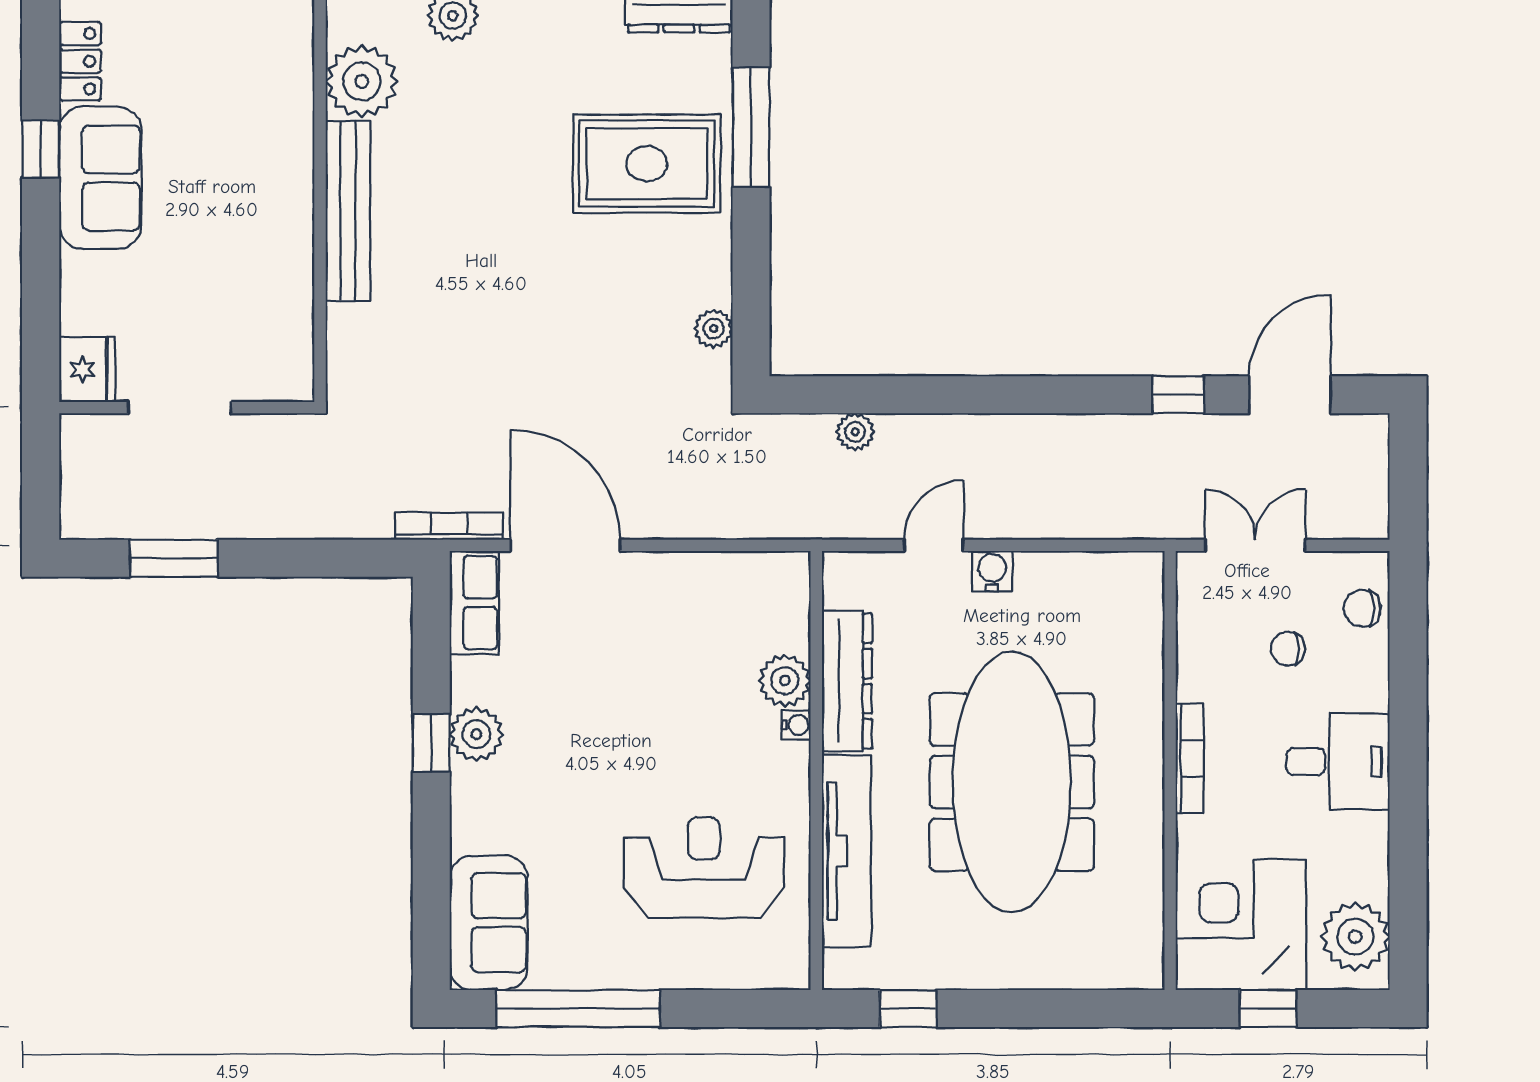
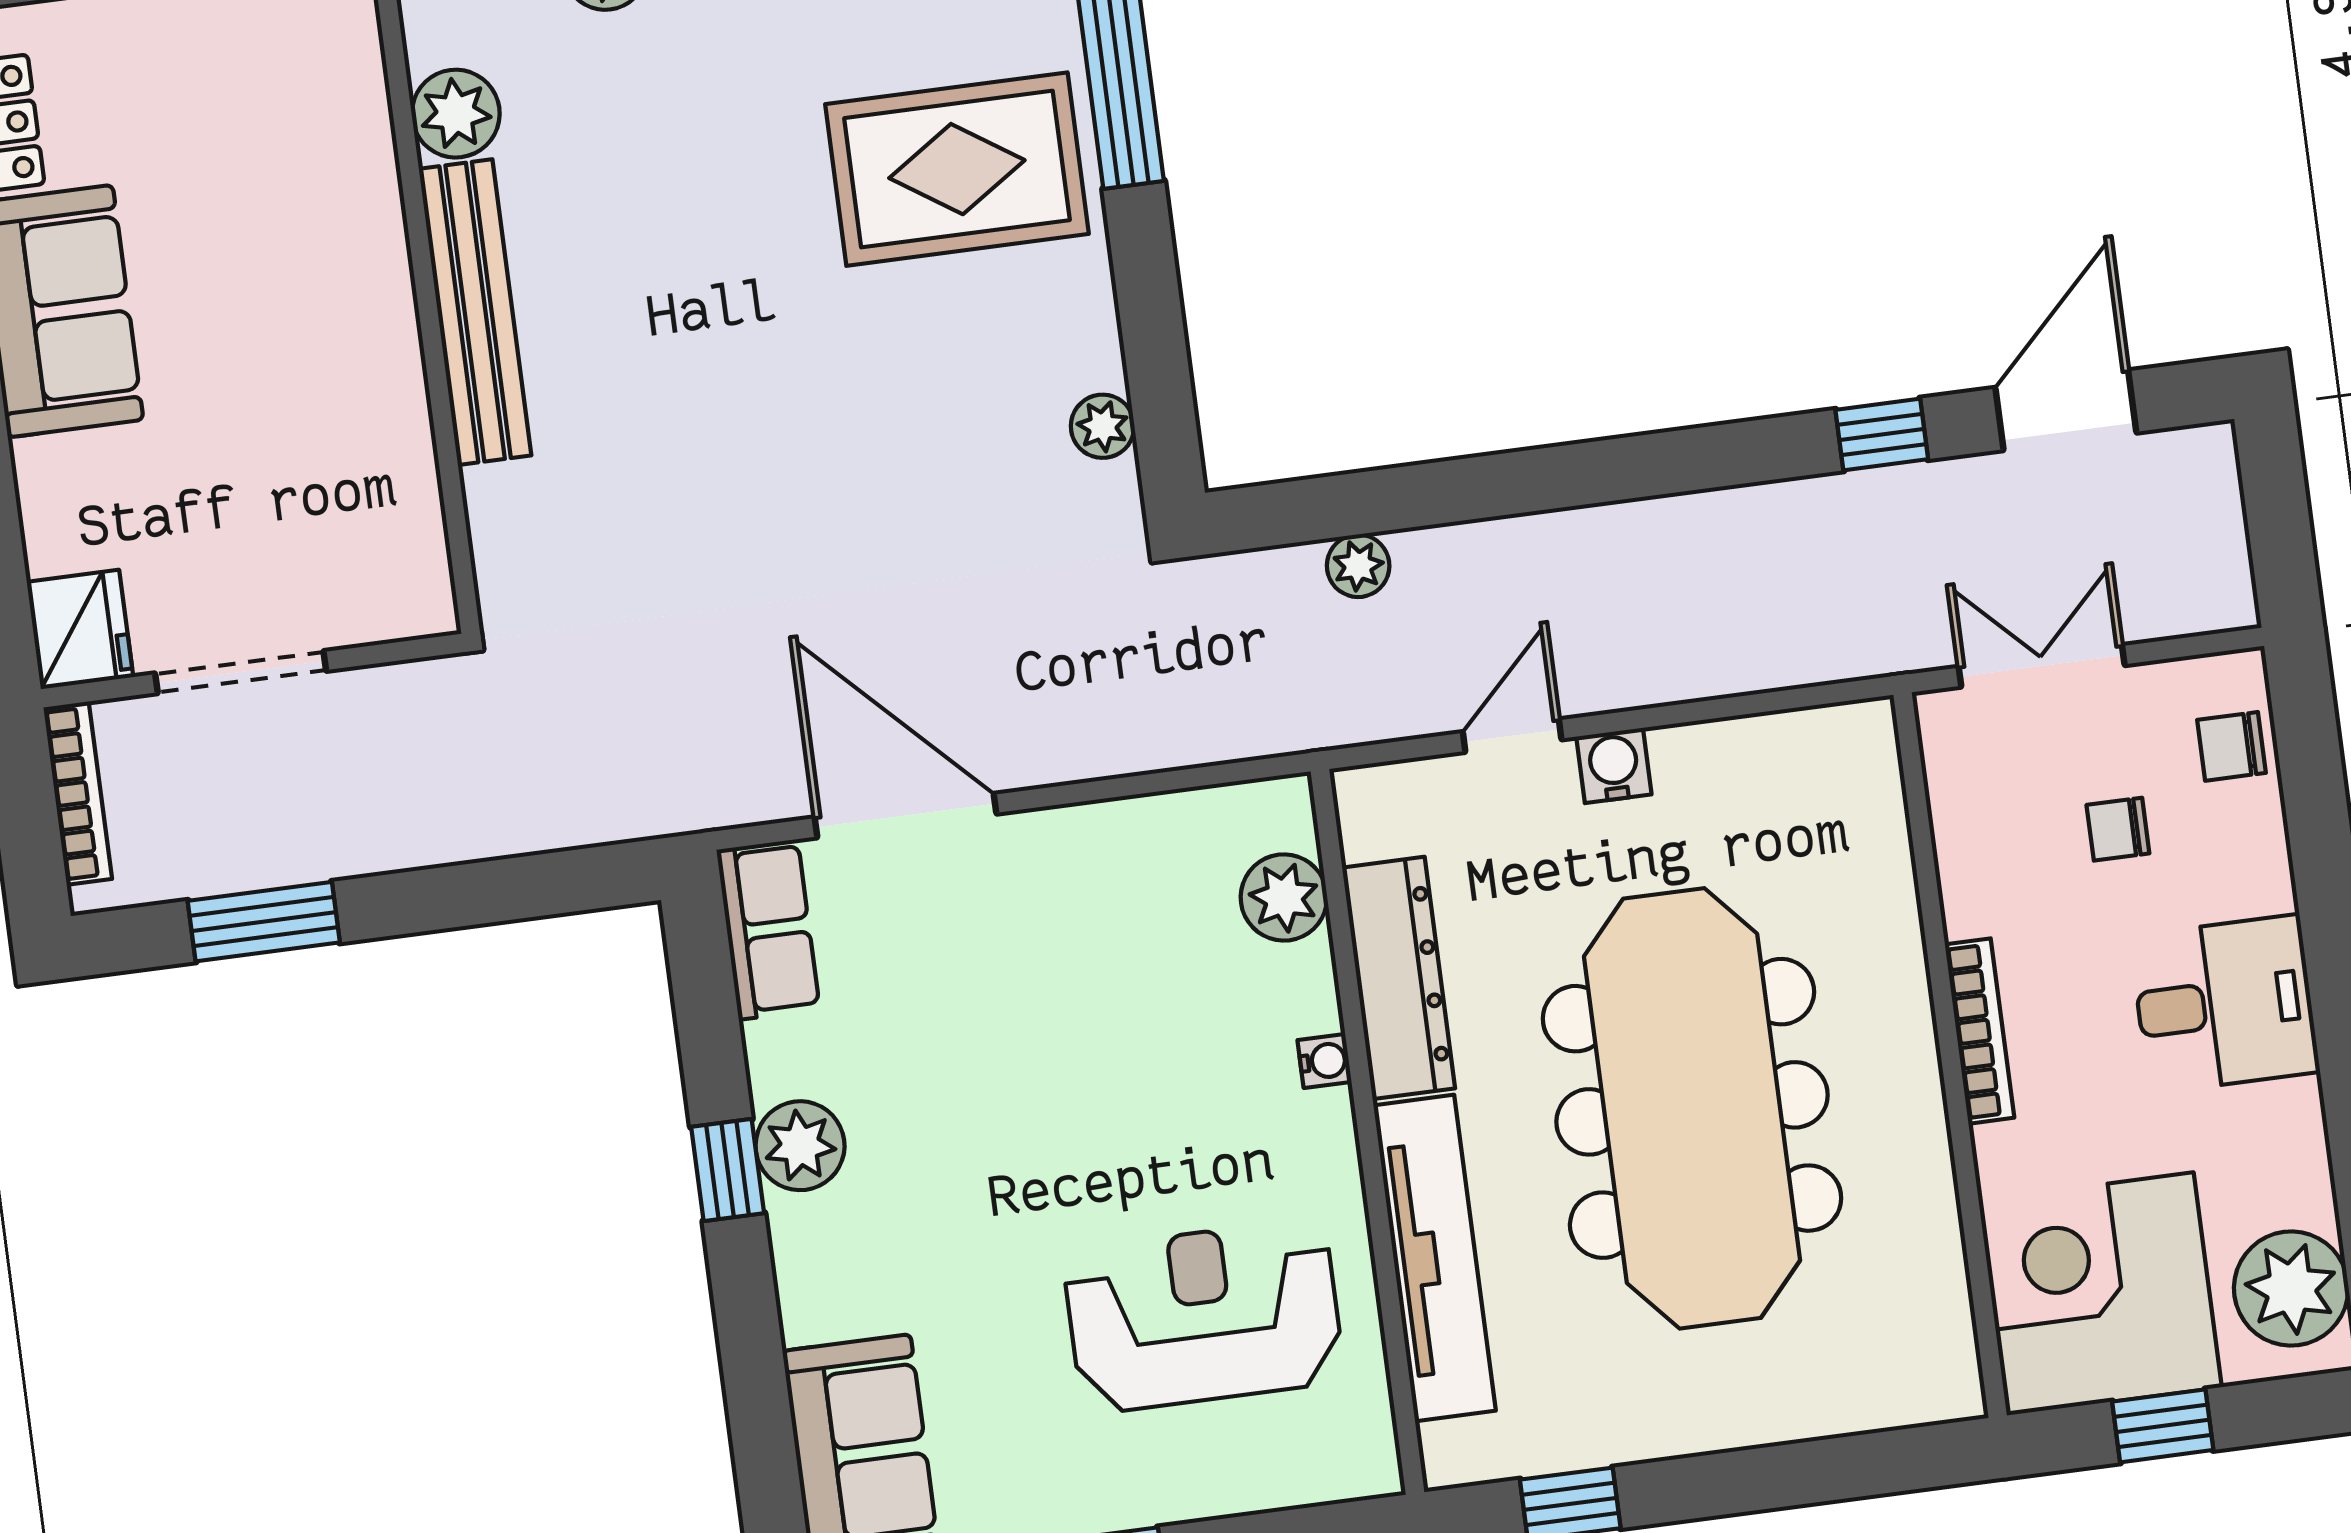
plant: (362, 81) -> (456, 114), width x0.73, depth x0.73
bookcase: (449, 526) -> (78, 793), moved, turned 90
plant: (785, 681) -> (1284, 897), moved

